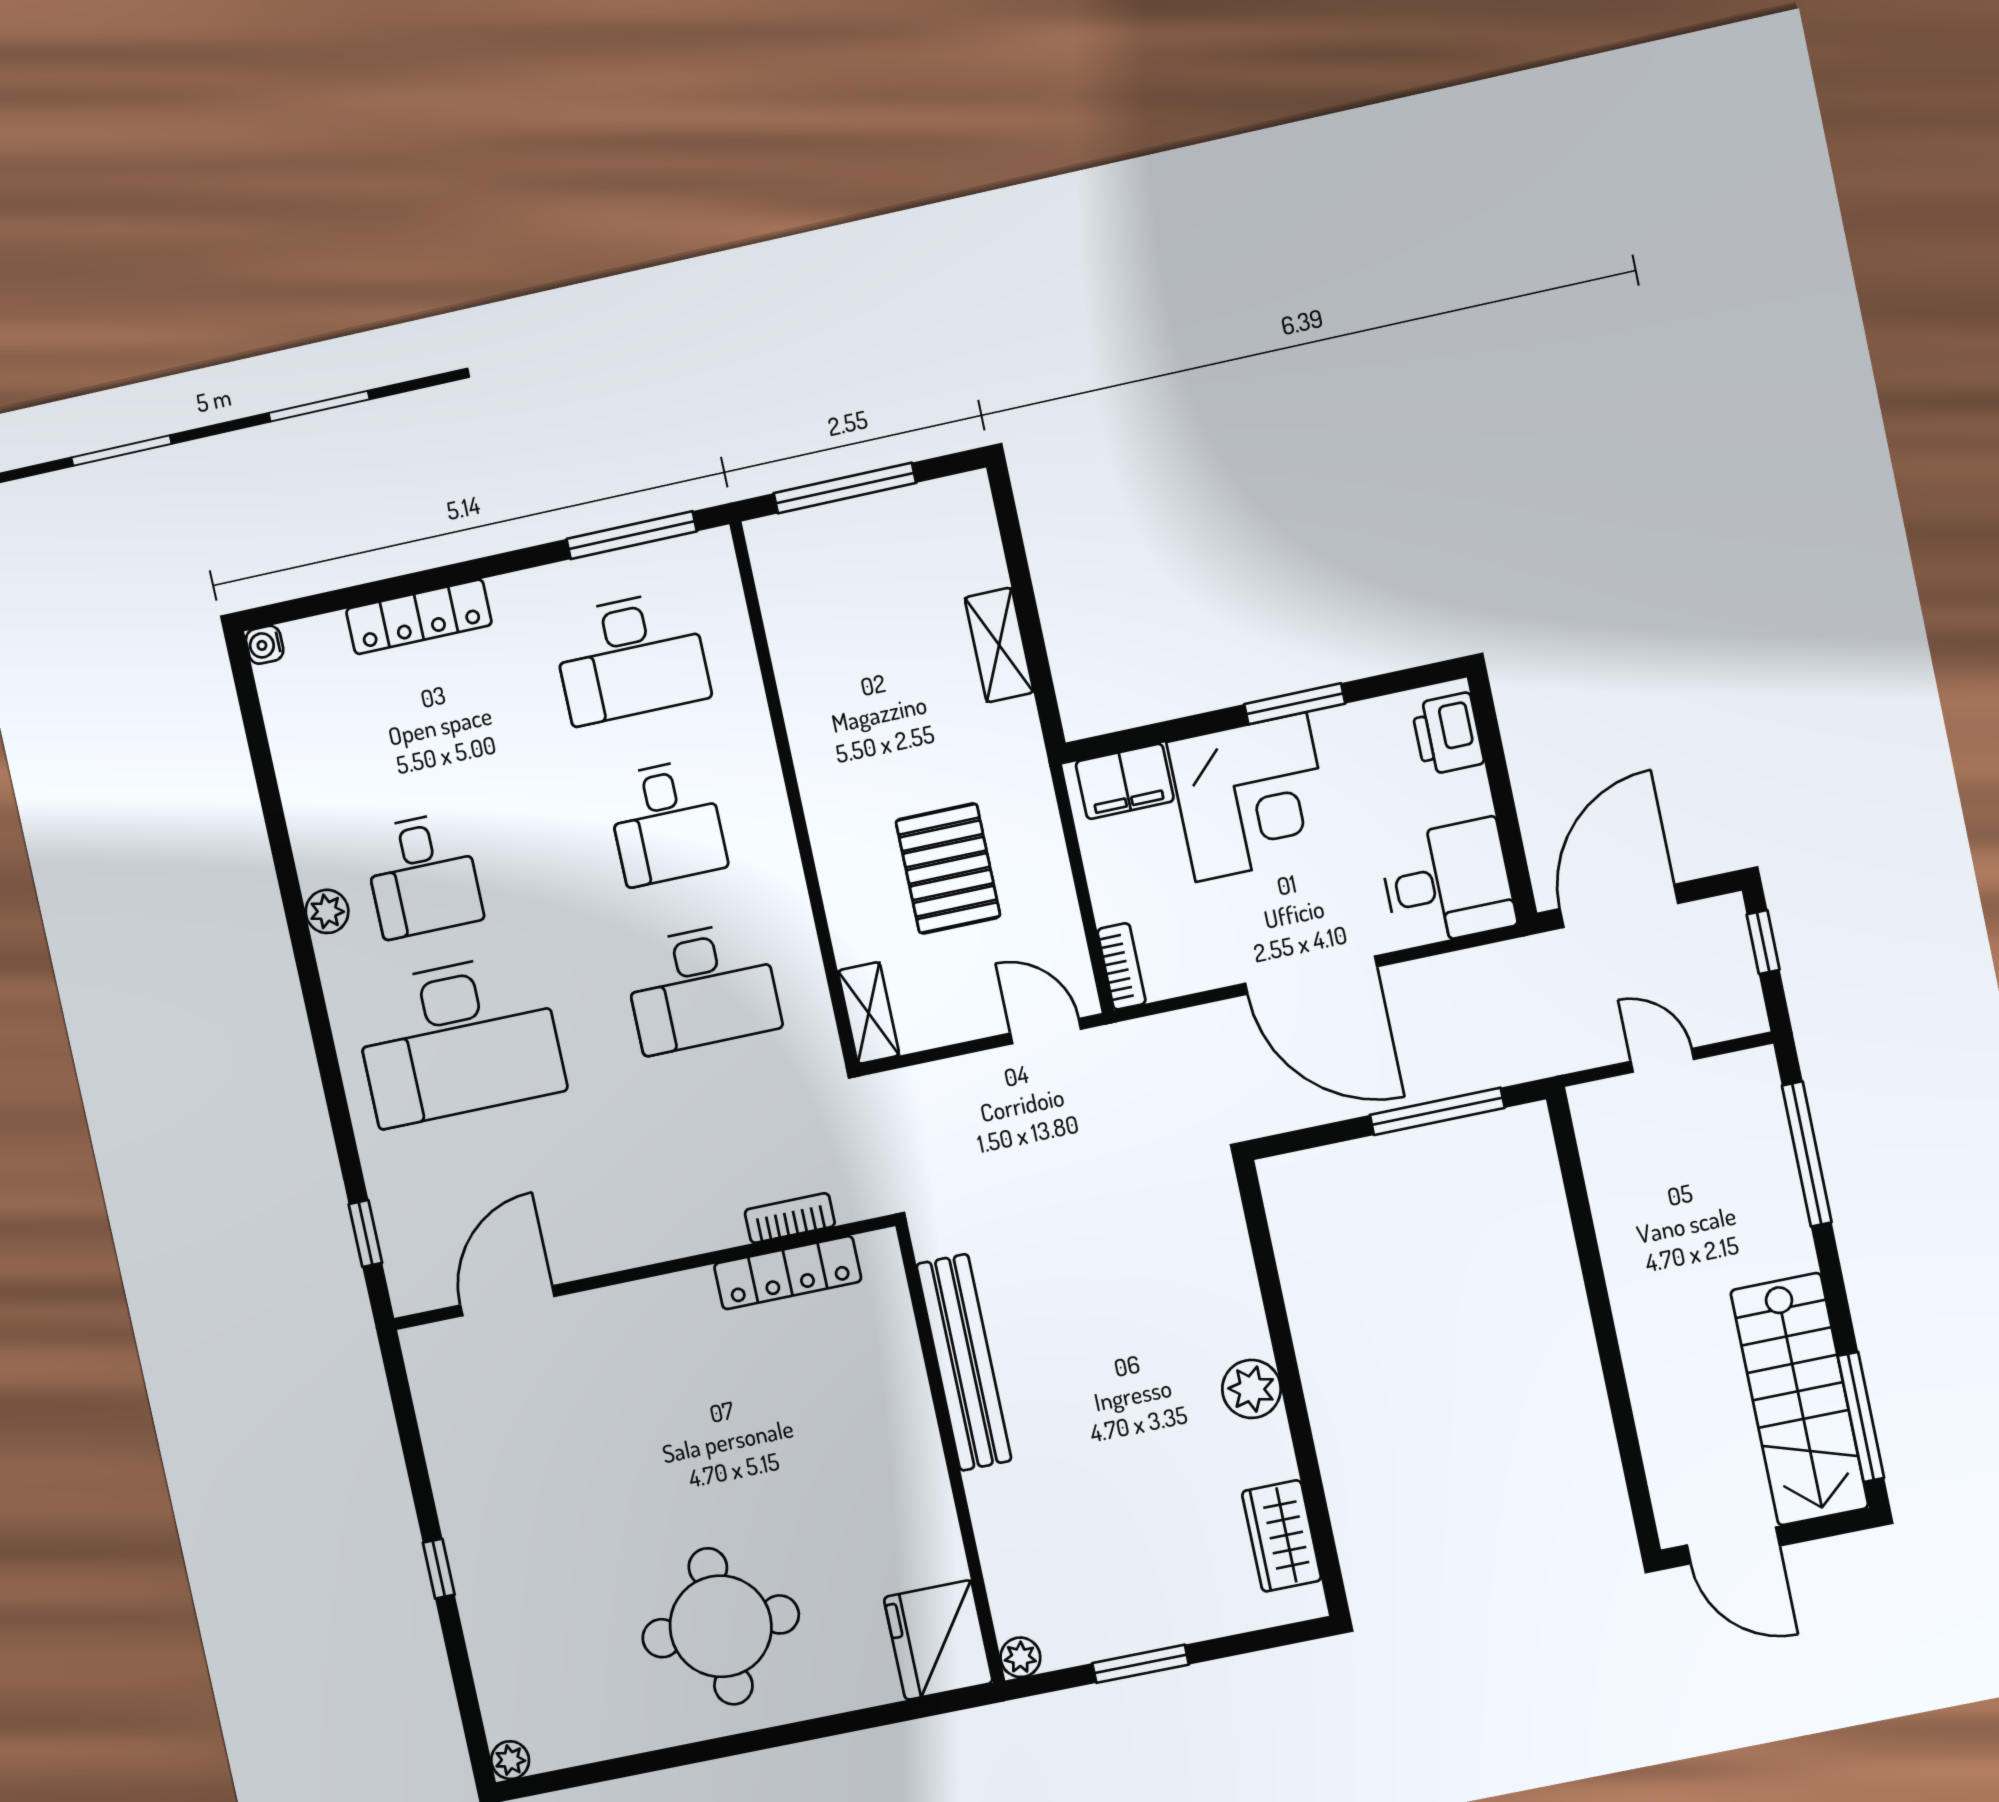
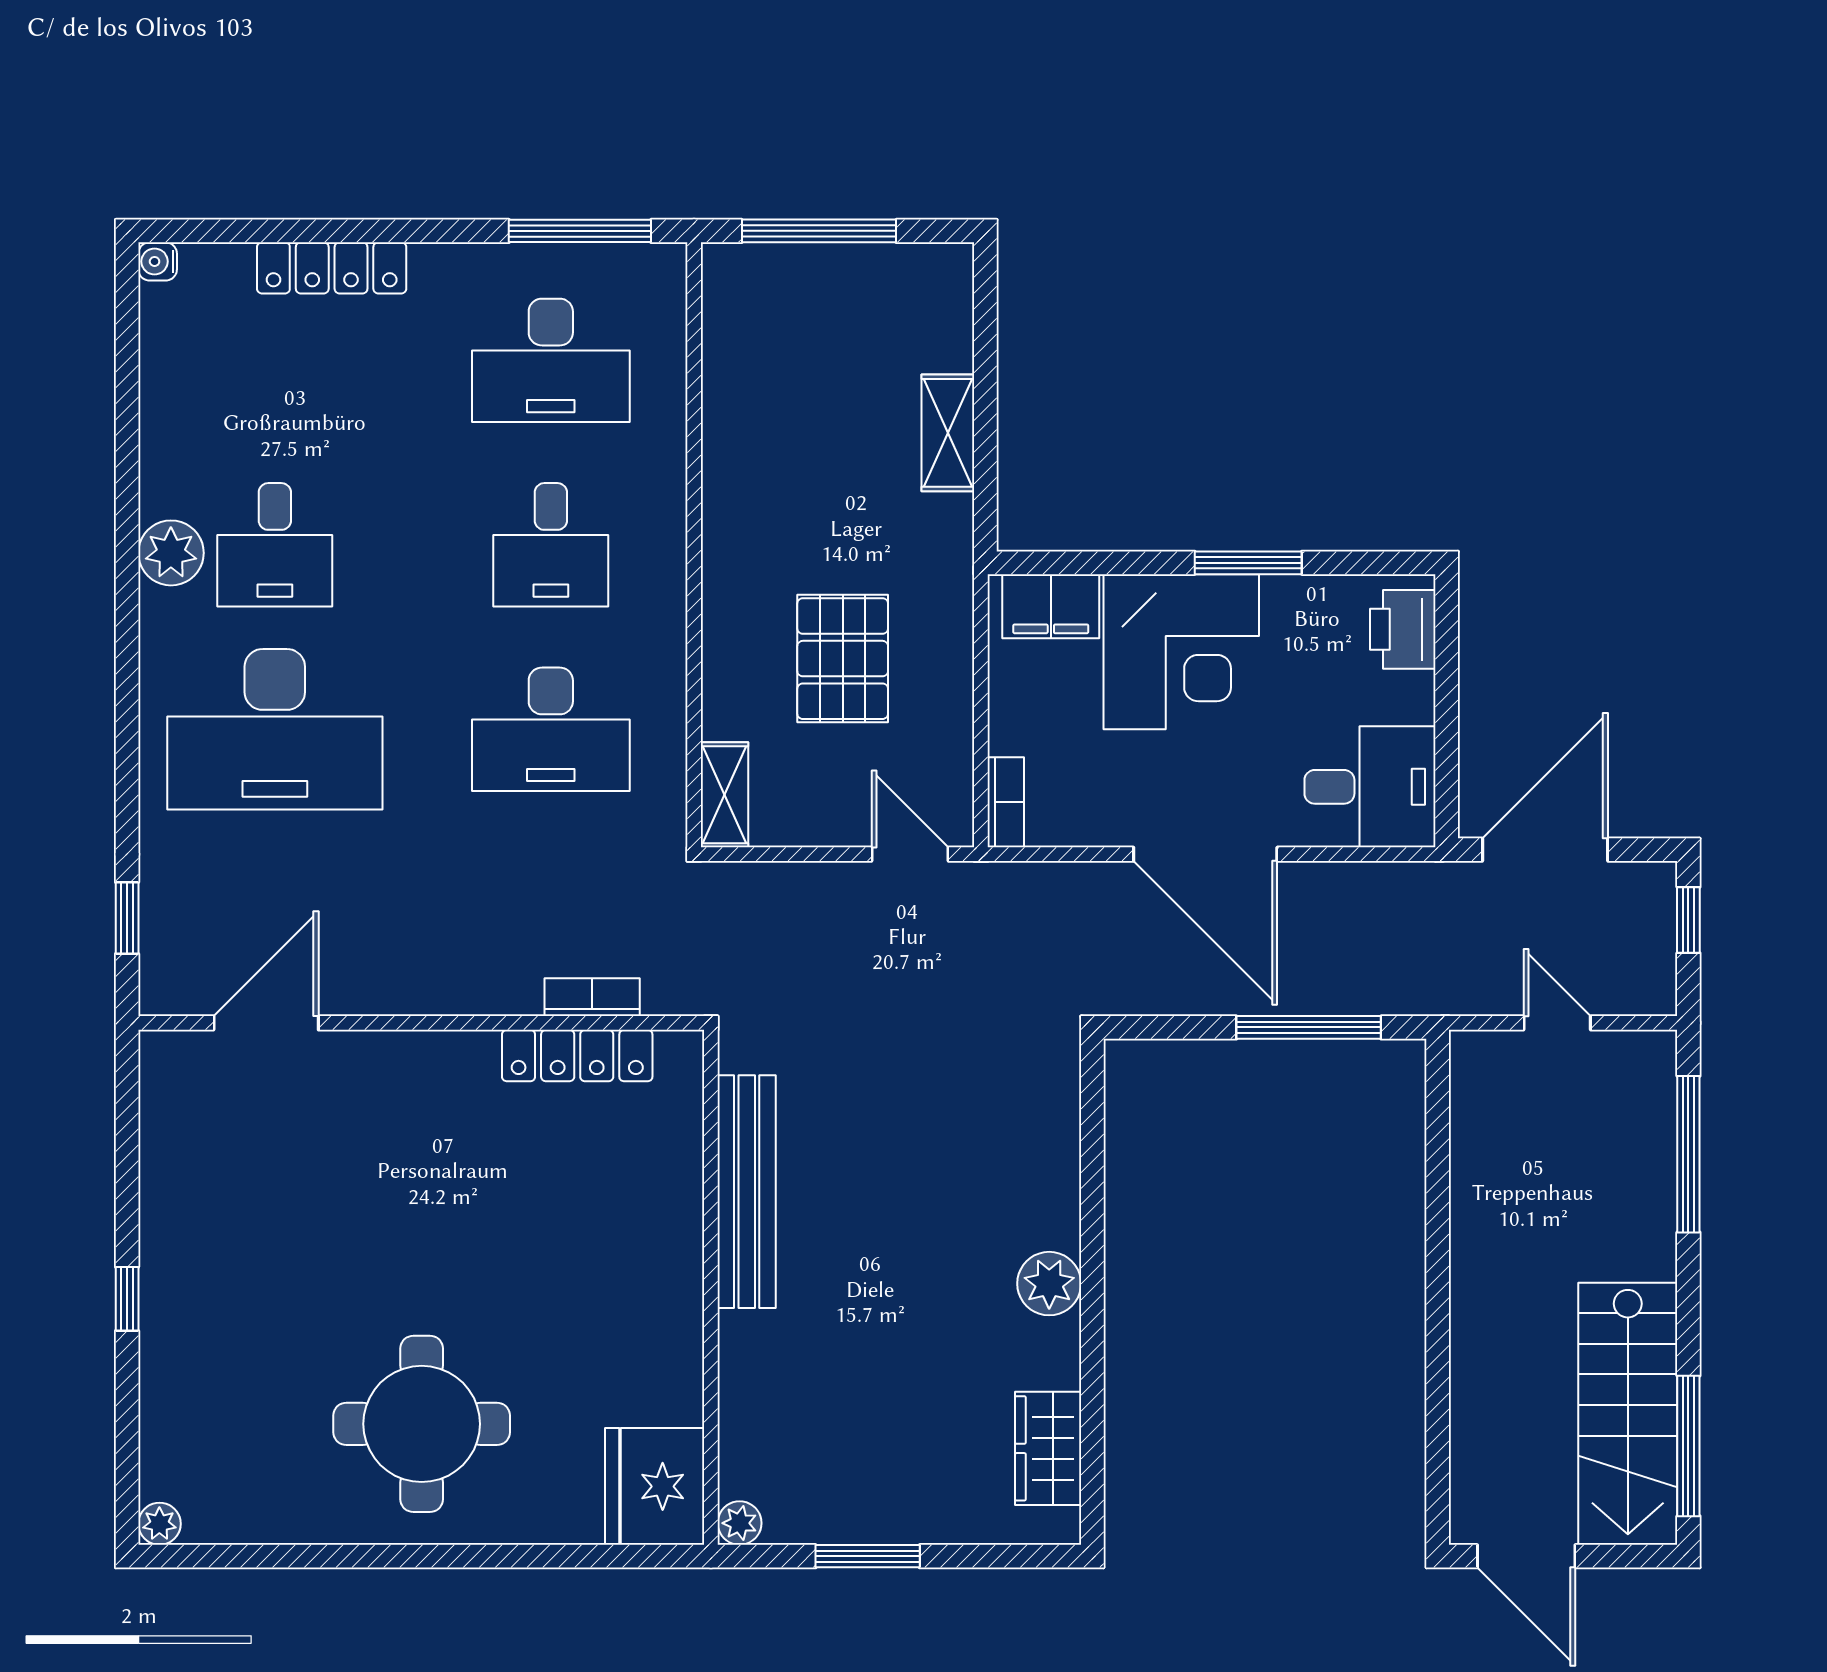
plant: (327, 911) -> (171, 553), width x1.38, depth x1.38

